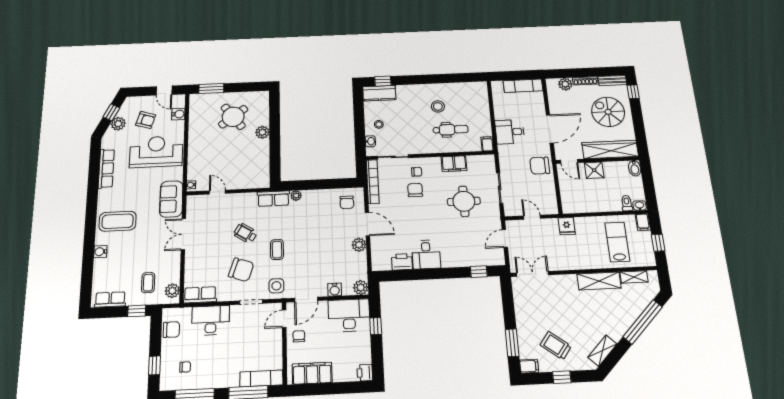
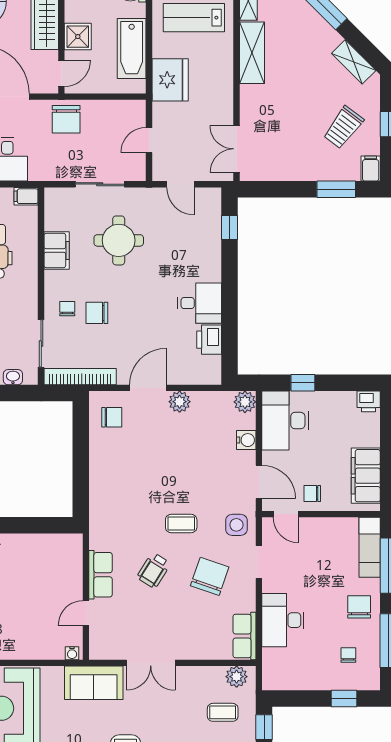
plant: (296, 196) -> (97, 494), removed
row of seats: (273, 199) -> (100, 575), moved
bathtub: (591, 204) -> (132, 49), added
fridge: (567, 226) -> (170, 80), width x1.88, depth x1.34
chair: (171, 330) -> (359, 607), moved

